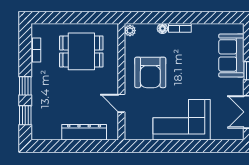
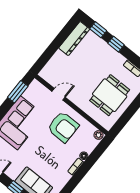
armchair: (150, 72) -> (63, 127), turned 180
dresser: (84, 132) -> (74, 39), moved
window: (152, 146) -> (18, 92), added

